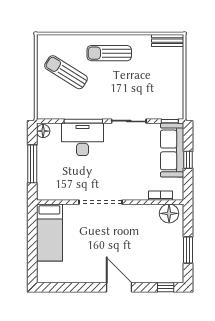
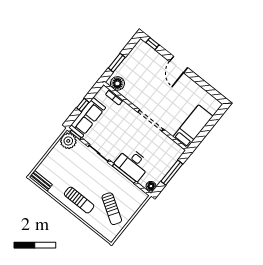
plant: (172, 108) -> (68, 141), added
window: (188, 250) -> (117, 63), moved

